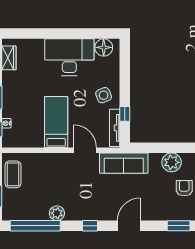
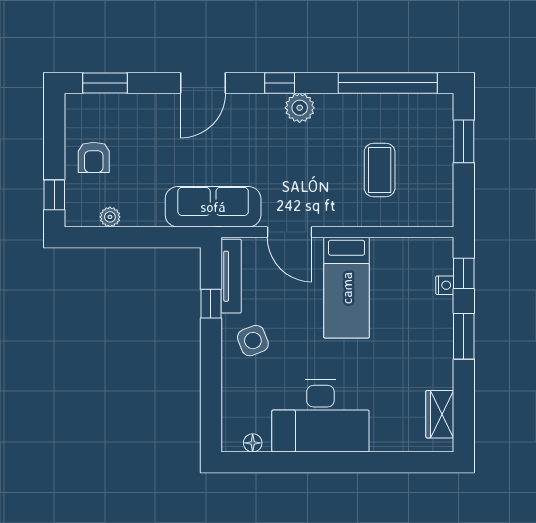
floor lamp: (104, 47) -> (253, 443), width x0.53, depth x0.53
plant: (172, 162) -> (110, 217), width x0.53, depth x0.53
coffee table: (13, 174) -> (380, 170), moved
plant: (57, 213) -> (300, 108), moved

